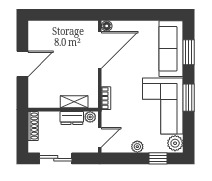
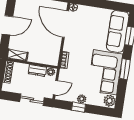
door: (100, 50) -> (65, 24), swing flipped
shelving: (74, 102) -> (17, 55), moved
sliding door: (56, 158) -> (32, 100), moved
window: (158, 158) -> (79, 107), moved

